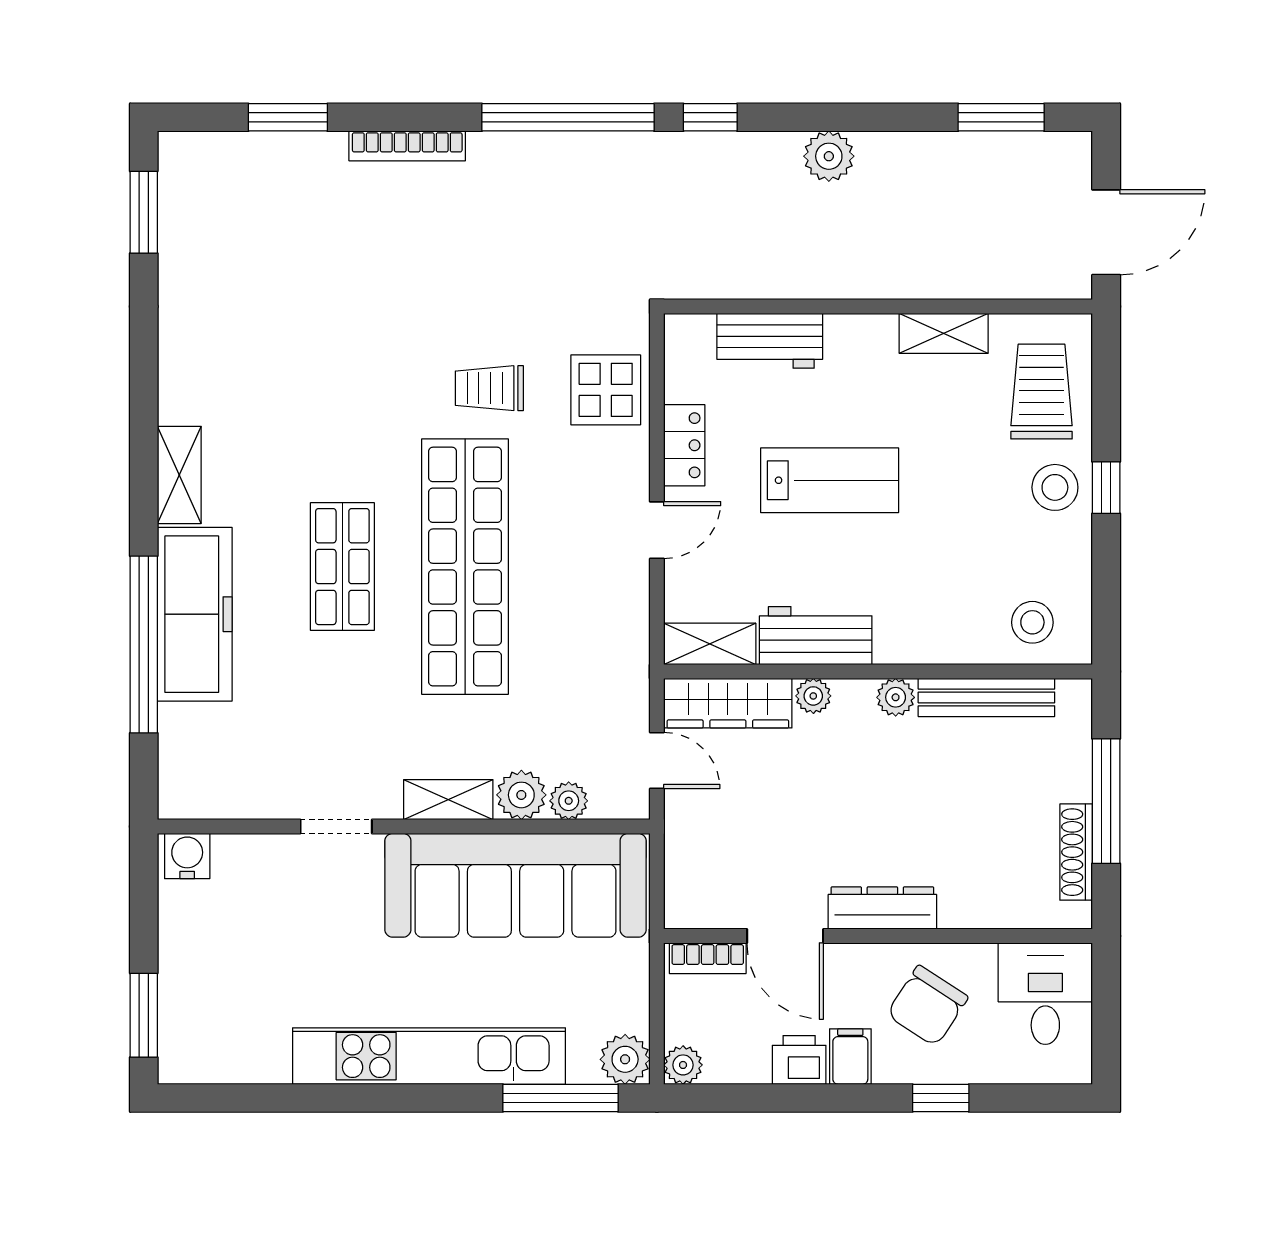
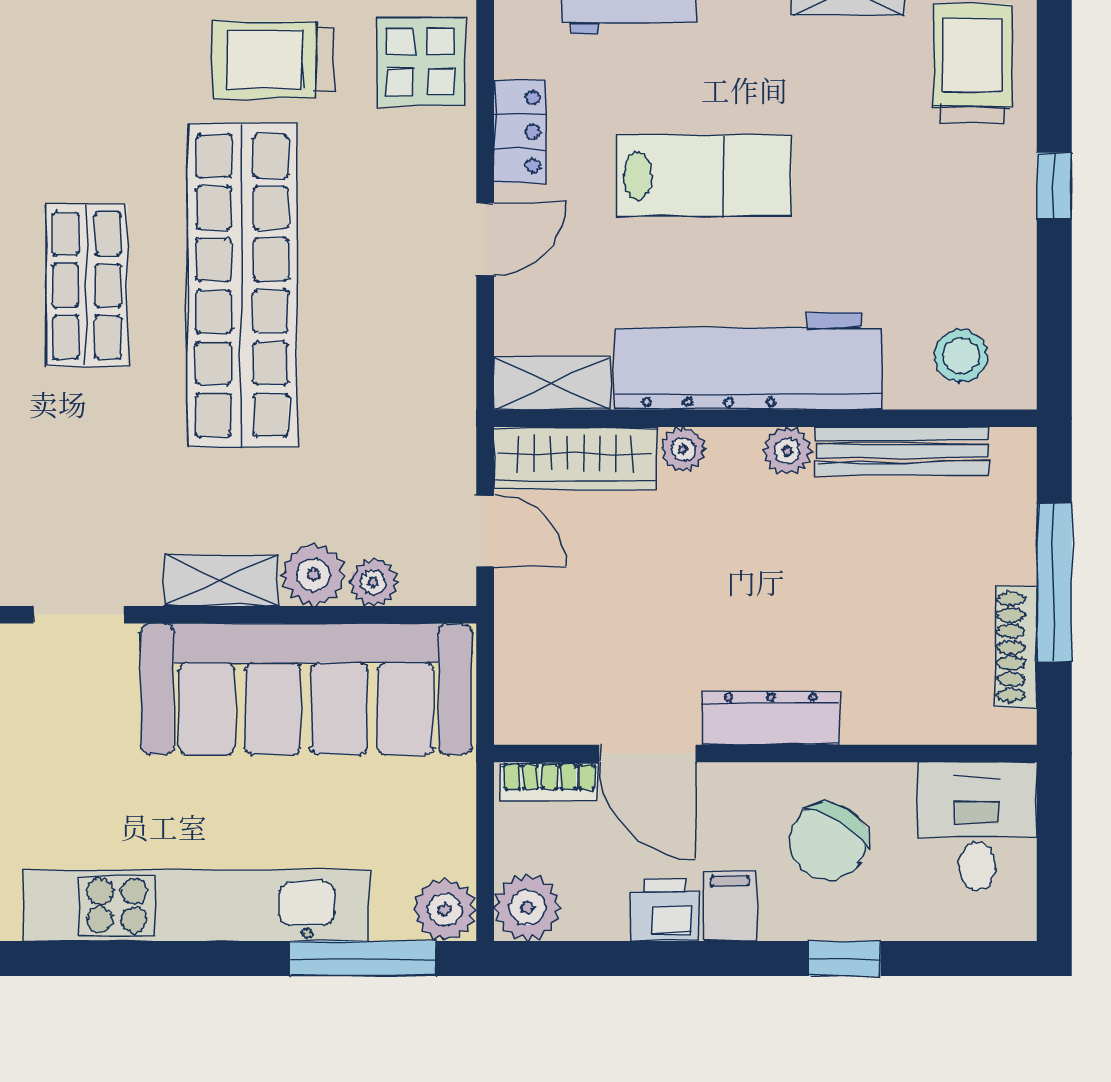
trolley: (489, 388) -> (273, 59), width x1.36, depth x1.39
stool: (1055, 487) -> (989, 185), removed
workbench: (816, 636) -> (749, 361), width x1.88, depth x1.32
plant: (683, 1065) -> (527, 908), width x1.38, depth x1.38

